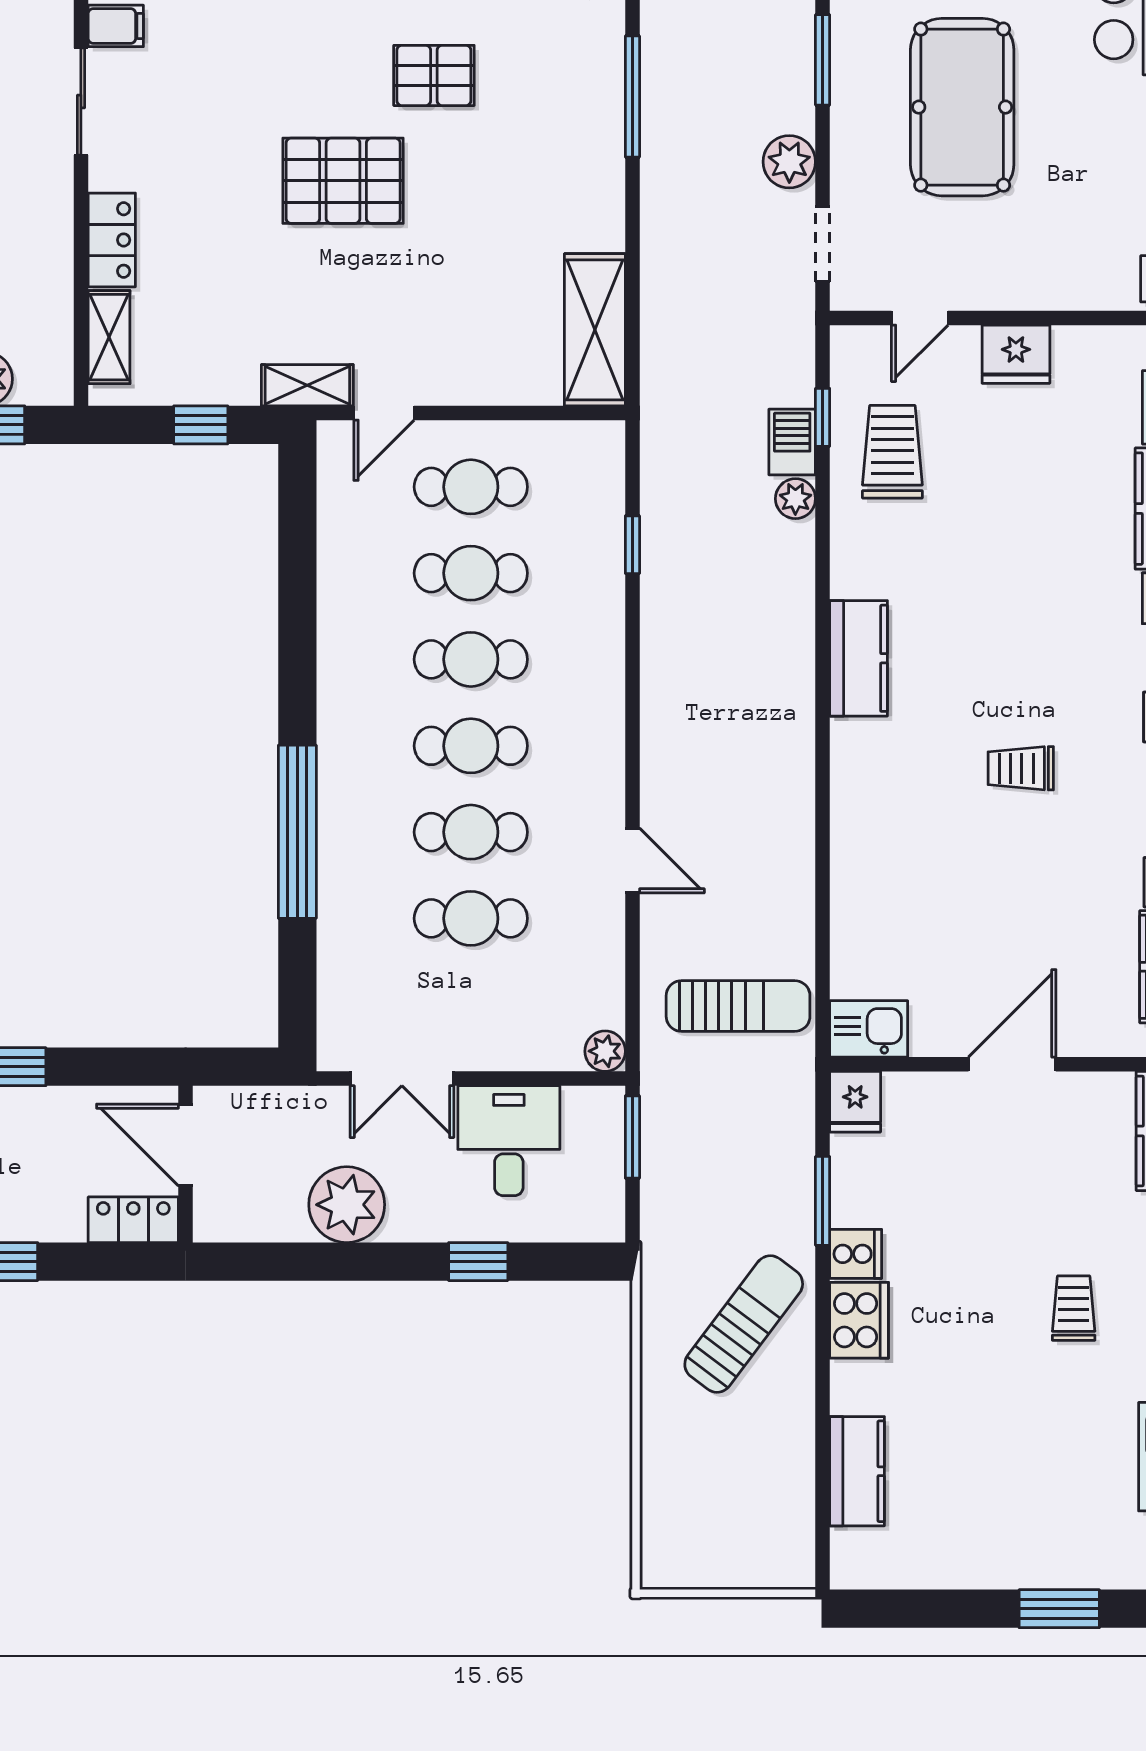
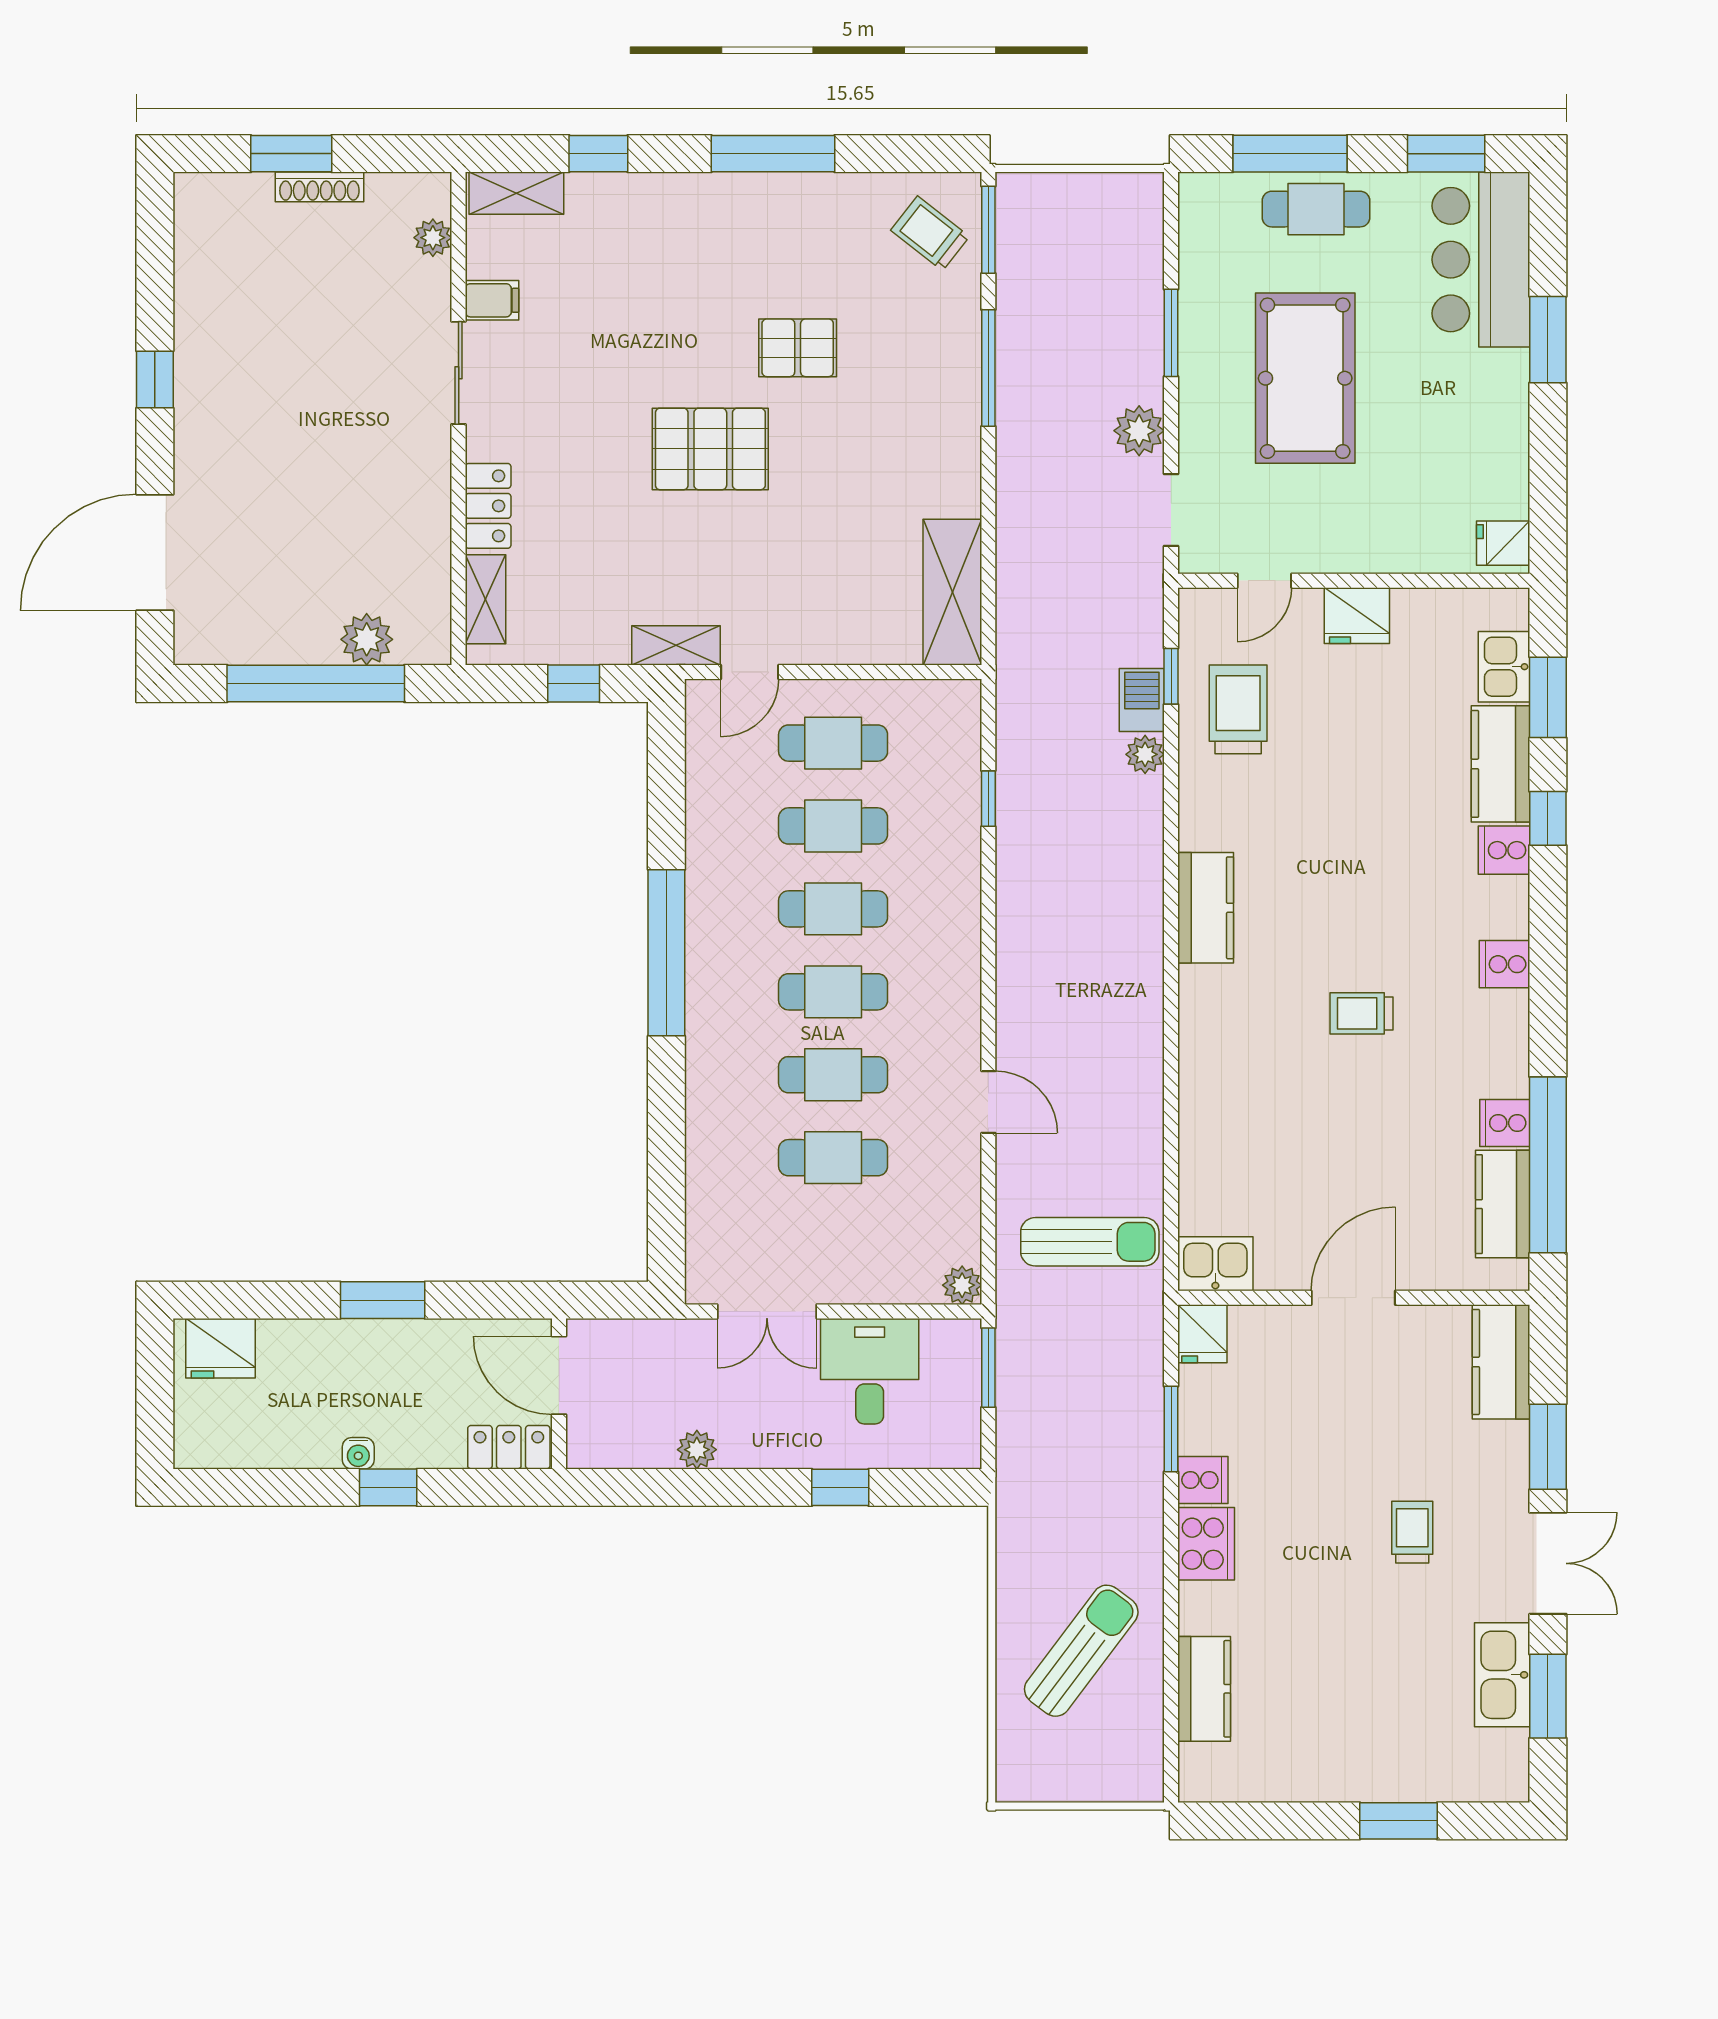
window: (297, 832) -> (666, 953), moved
plant: (347, 1205) -> (697, 1450), width x0.53, depth x0.53
sun lounger: (744, 1324) -> (1081, 1651), moved

